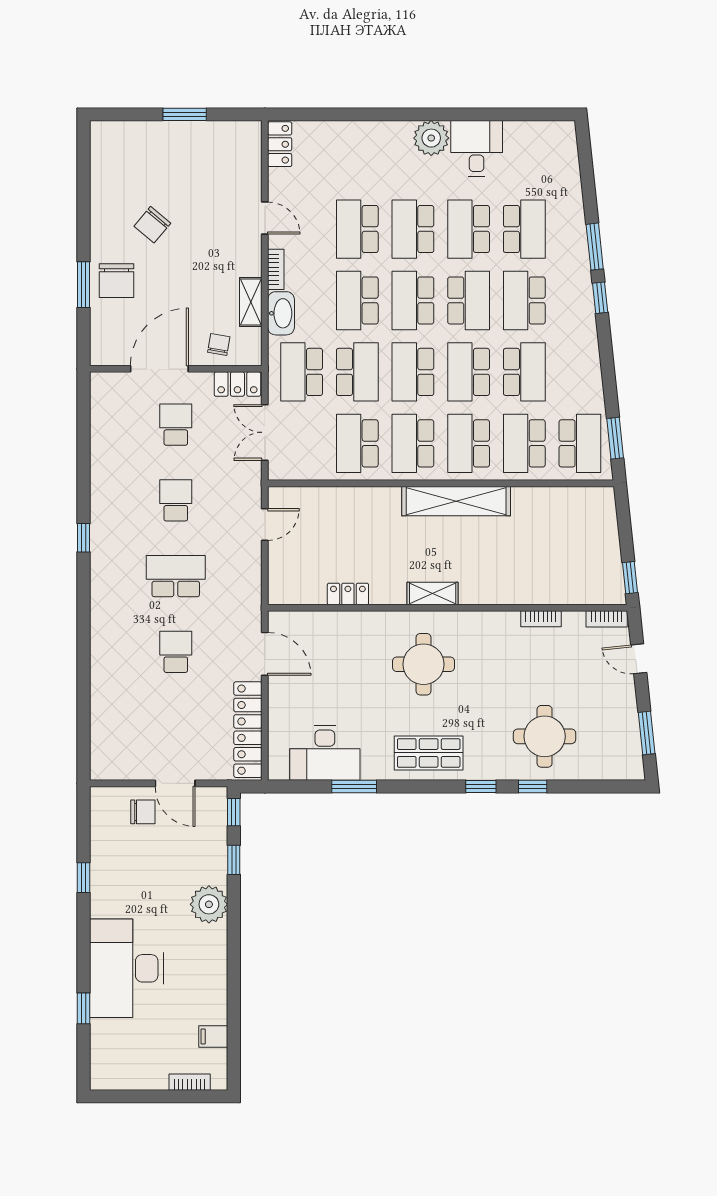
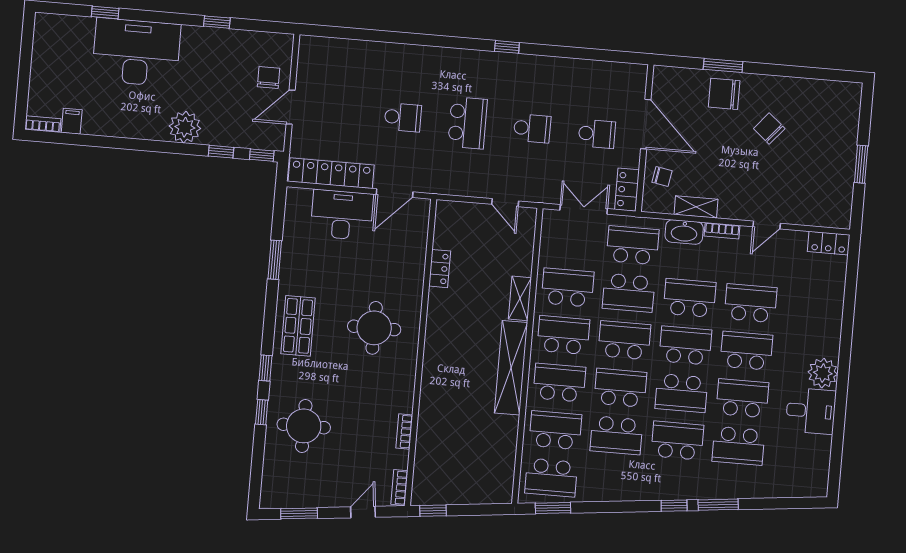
shelving: (433, 593) -> (520, 298), moved
desk: (325, 753) -> (342, 215), moved, turned 90
chair: (143, 812) -> (269, 77), turned 180
bookcase: (190, 1082) -> (43, 124), moved, turned -90

